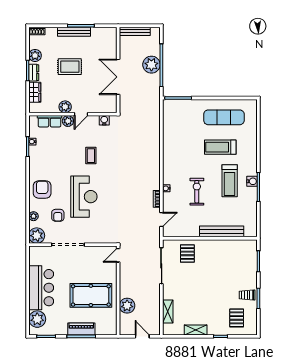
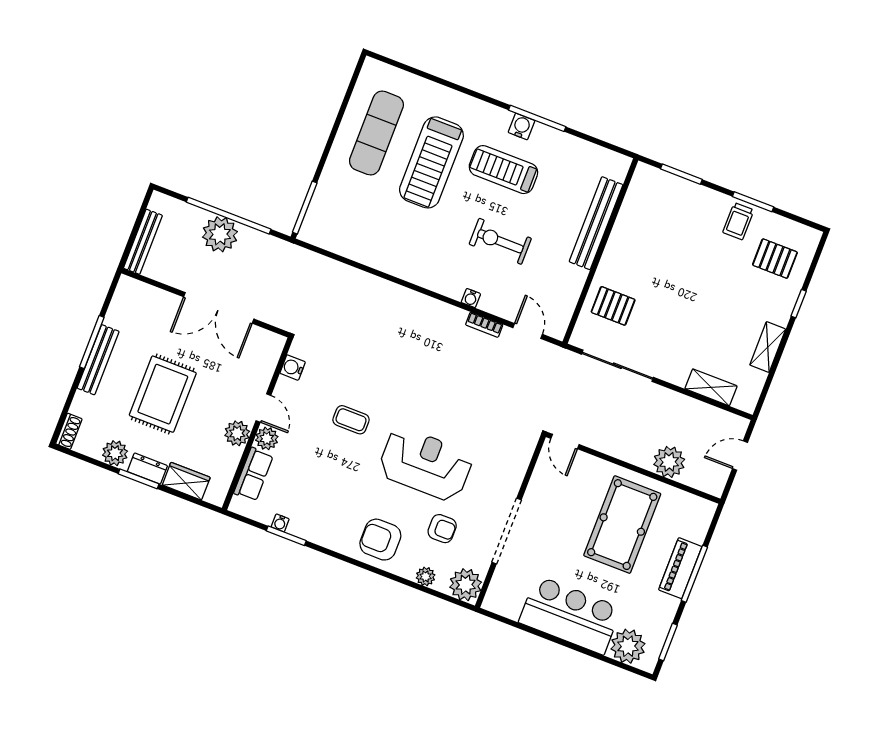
rug: (70, 67) -> (163, 394), width x1.36, depth x1.43
treadmill: (220, 147) -> (431, 162), width x1.37, depth x1.38
treadmill: (230, 181) -> (503, 170), turned 180

